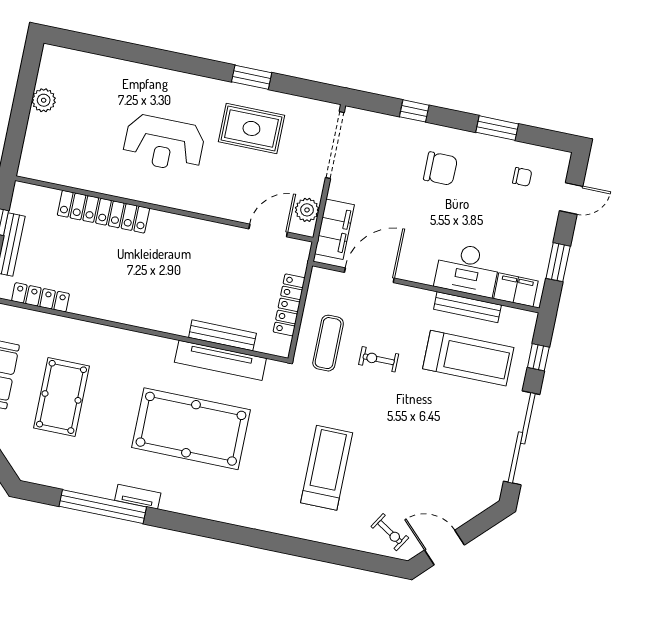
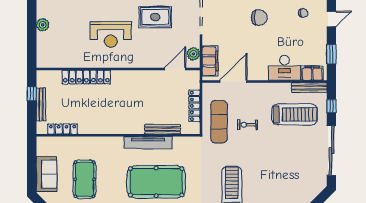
bench: (467, 307) -> (309, 88), moved
exercise mat: (328, 343) -> (219, 122), width x1.36, depth x1.45
tv unit: (220, 360) -> (148, 143), moved

